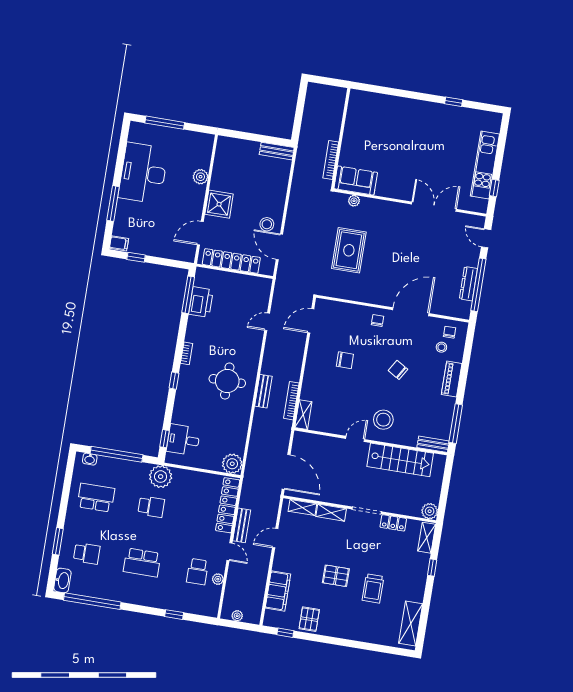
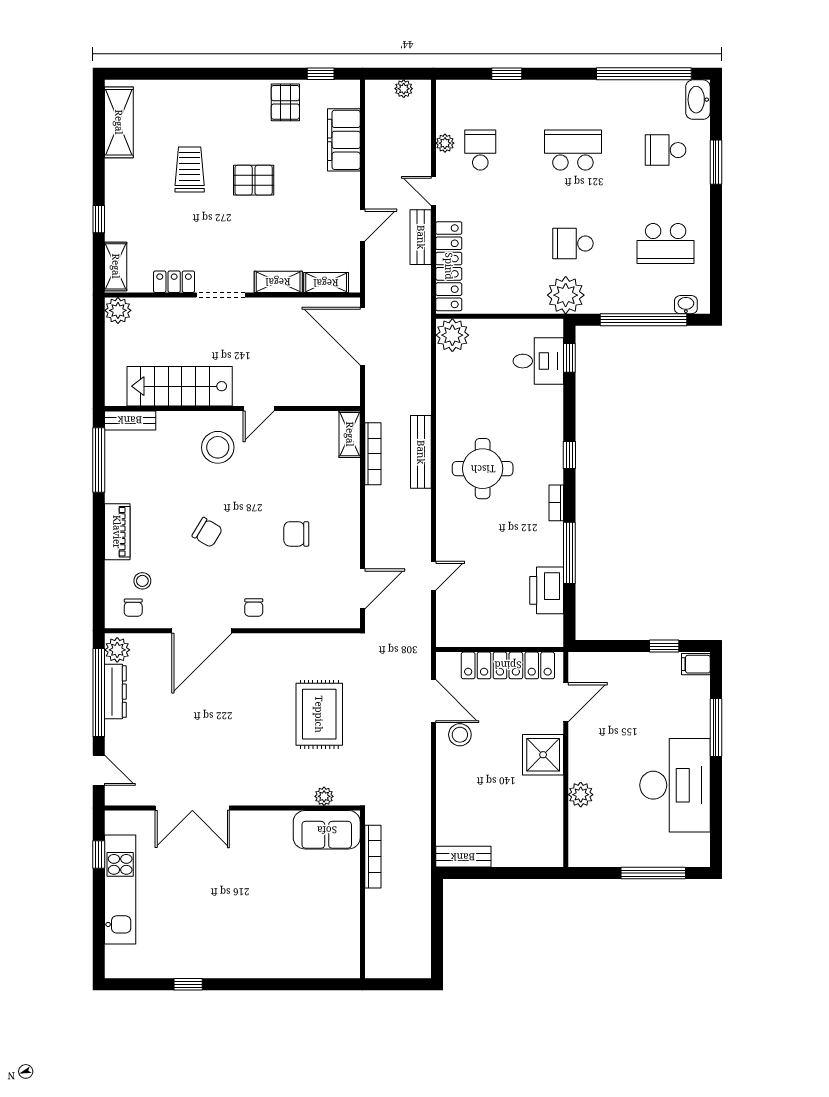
window: (188, 295) -> (569, 553), moved
plant: (463, 308) -> (117, 650), added
bench: (263, 391) -> (421, 452), width x1.36

